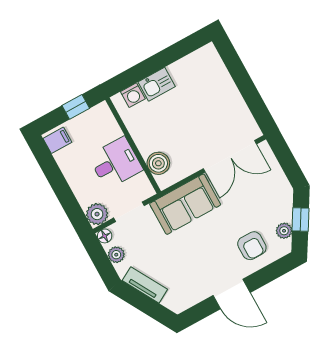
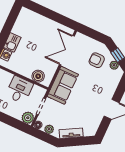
double door: (230, 156) -> (67, 50), swing flipped
armchair: (252, 246) -> (97, 60), moved, turned 180

